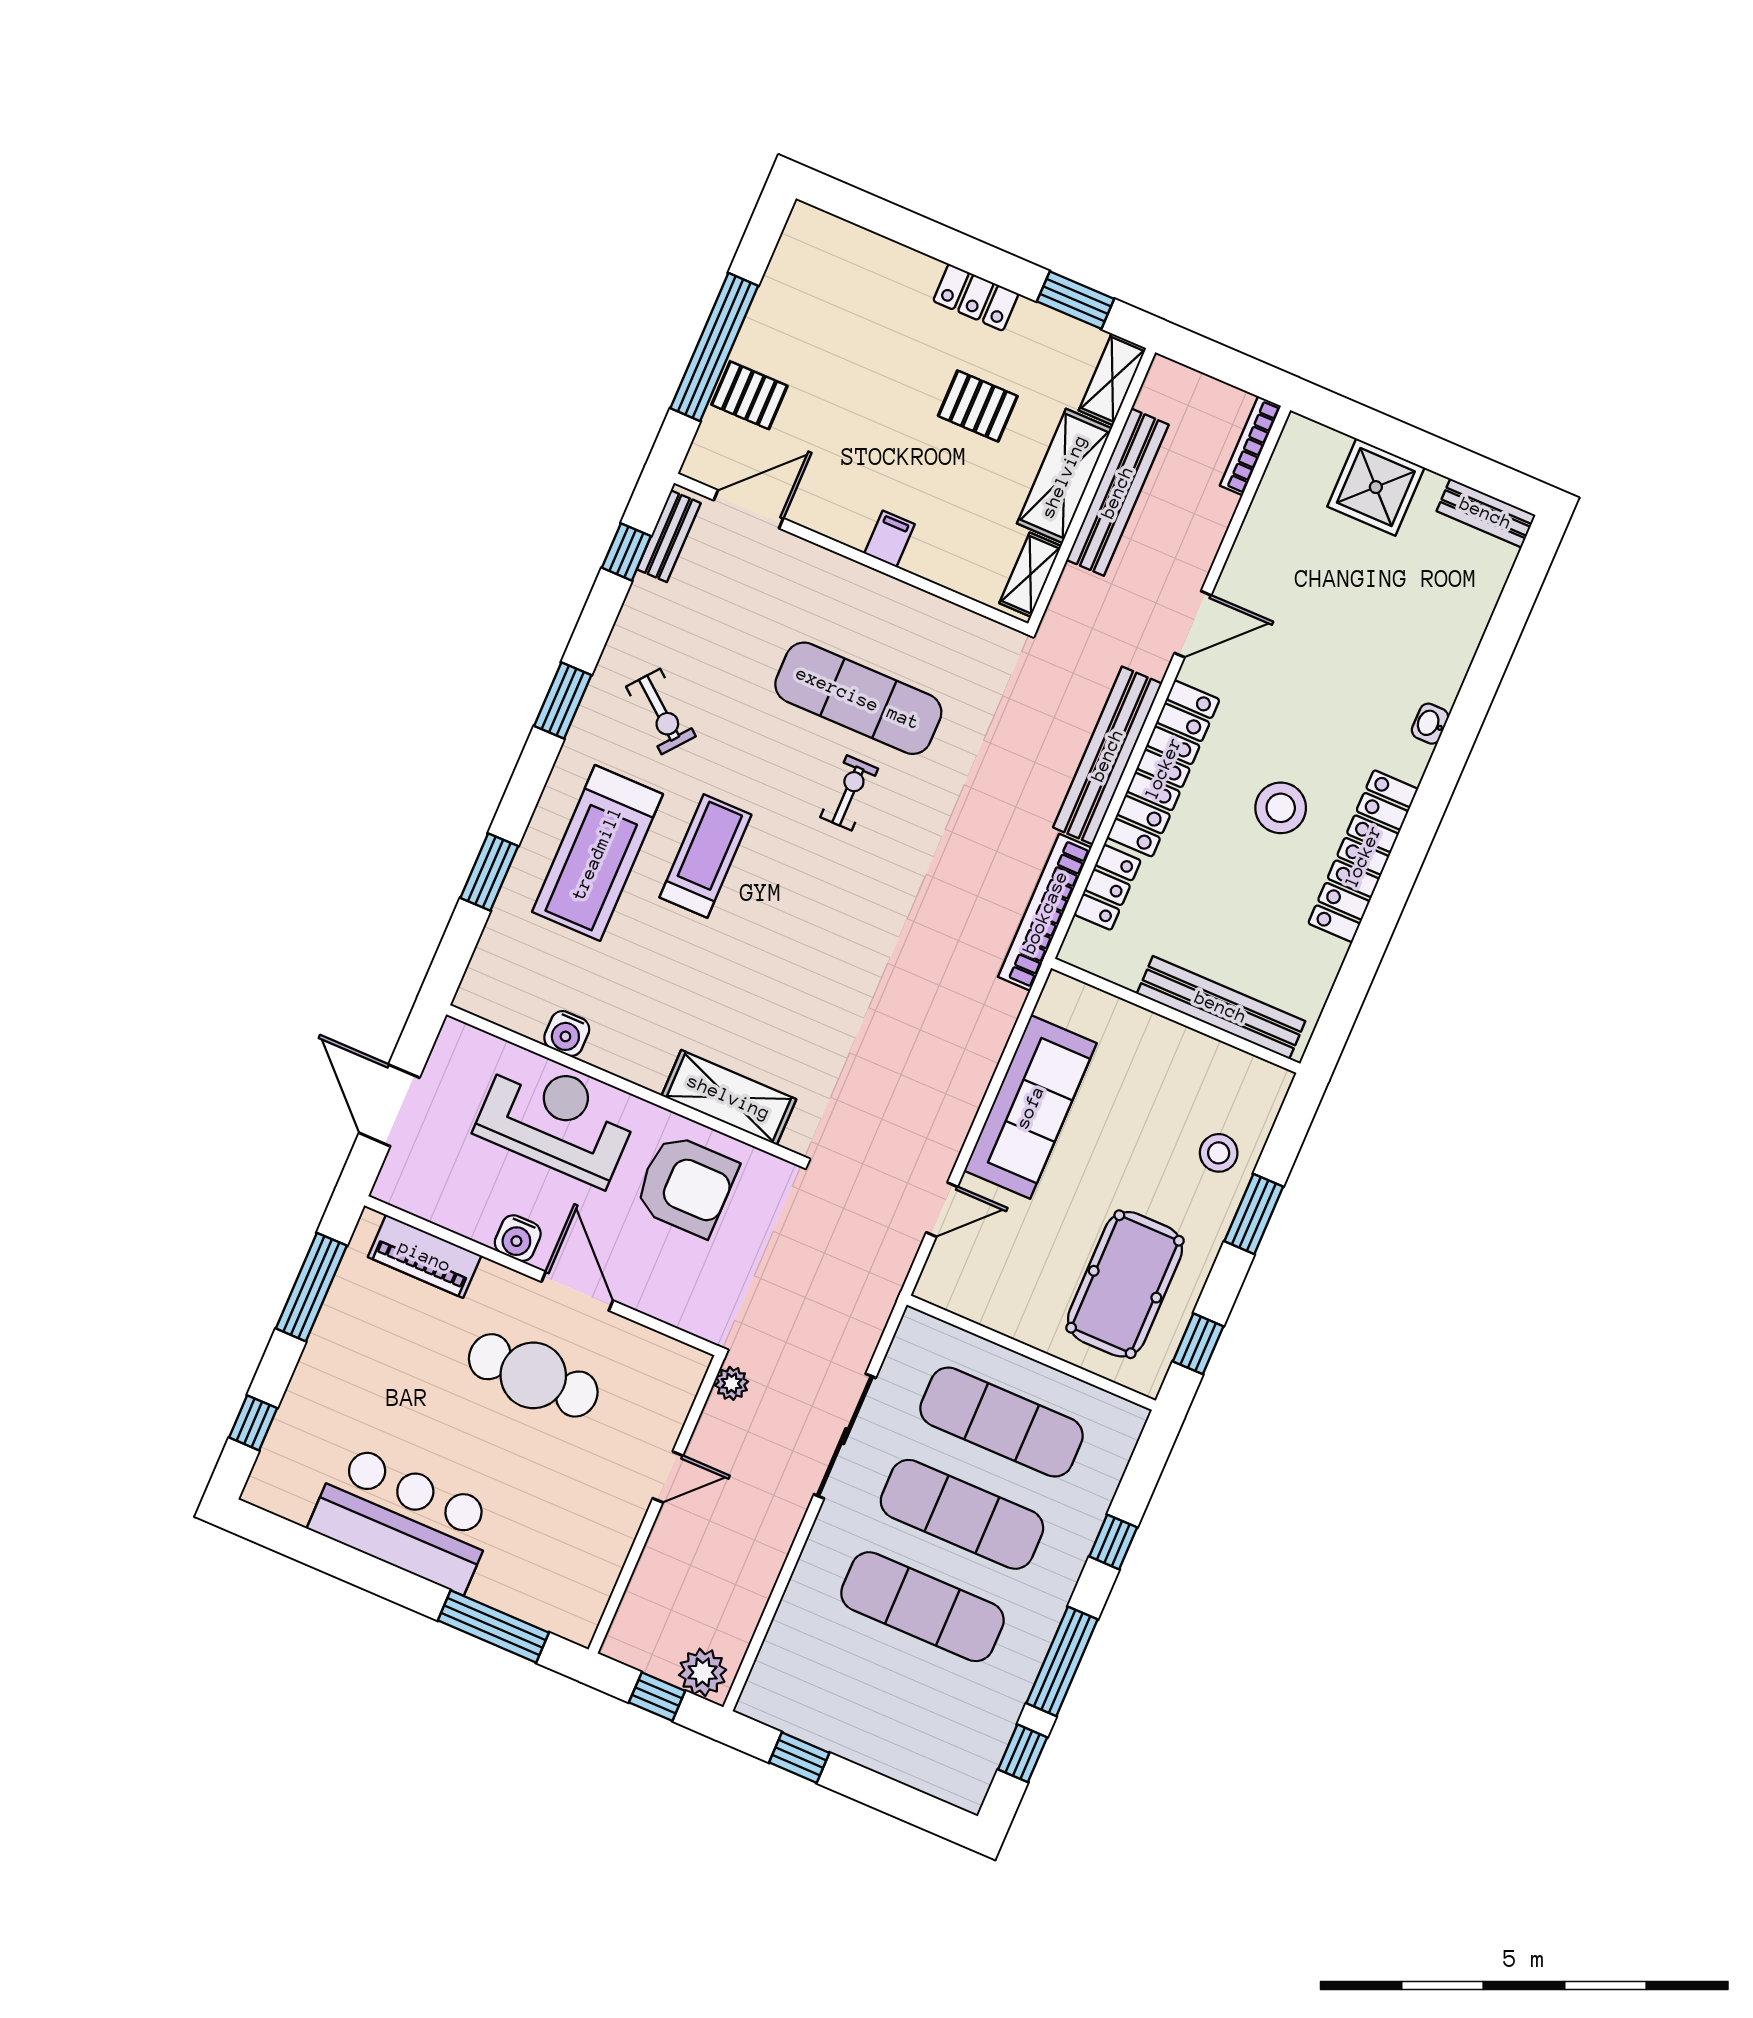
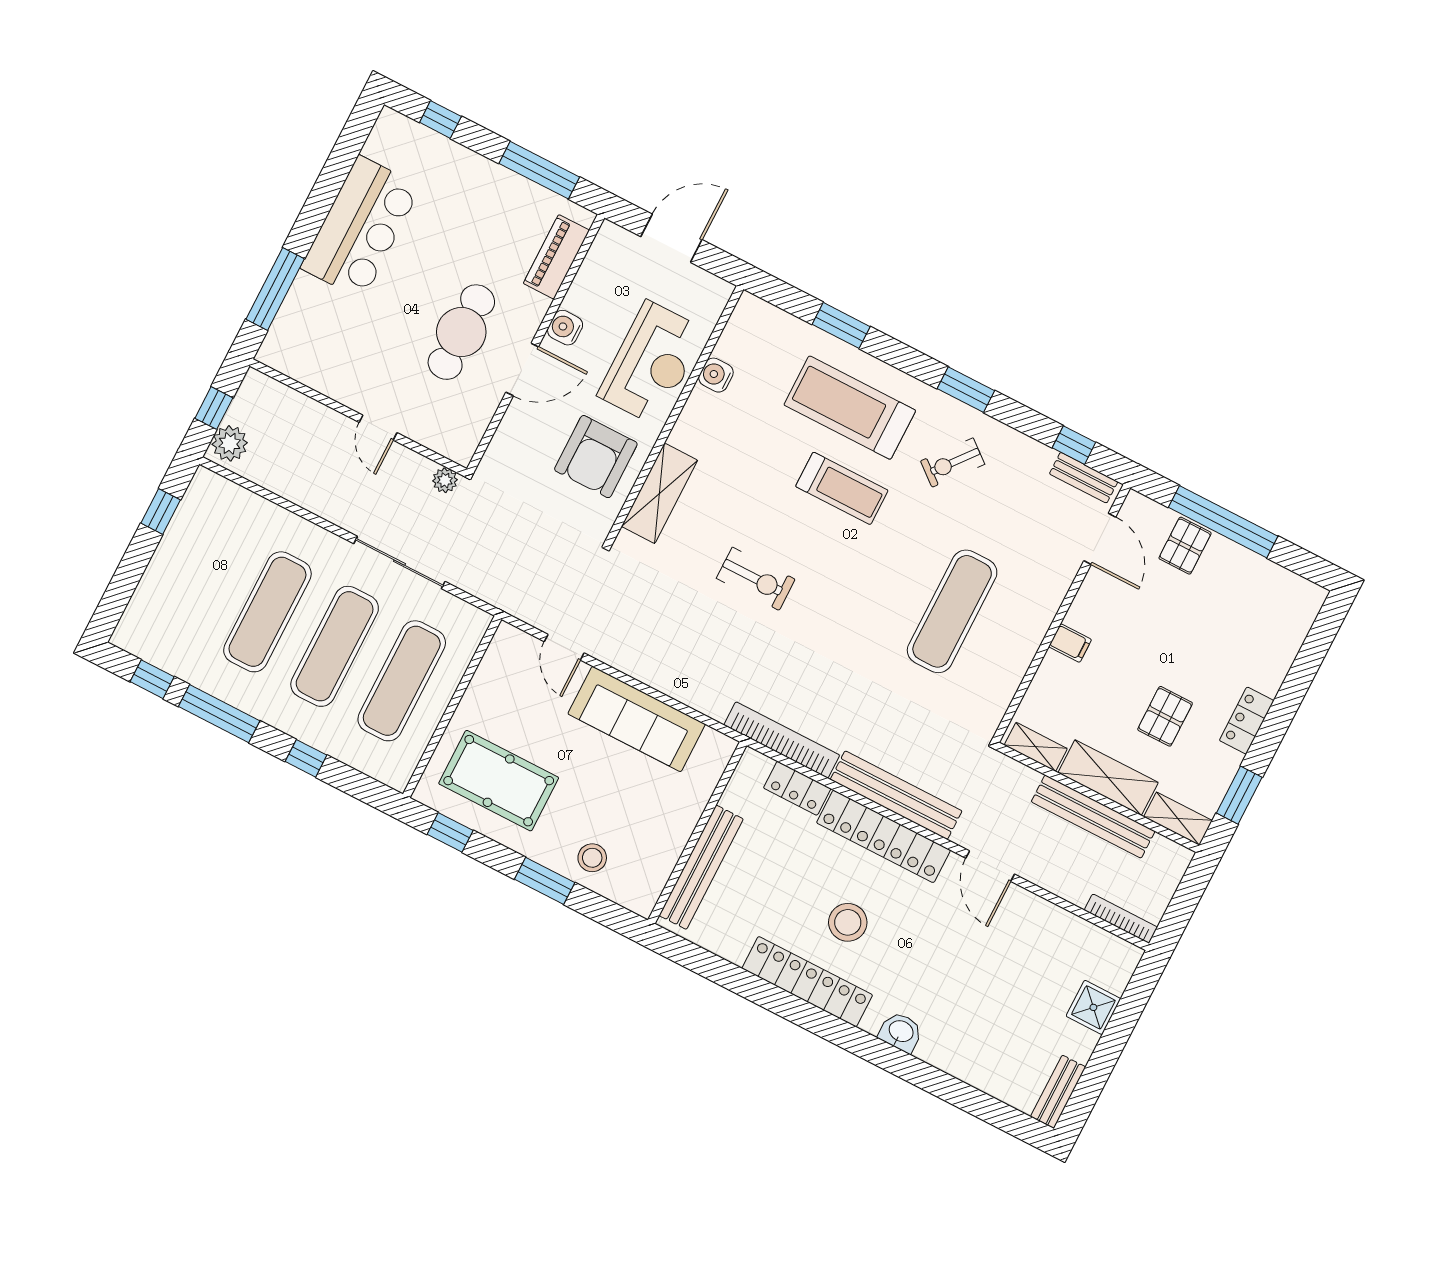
shower: (1376, 487) -> (1093, 1007), width x0.73, depth x0.73
washbasin: (1430, 724) -> (901, 1032), width x1.38, depth x1.45
exercise bike: (849, 793) -> (756, 579), moved, width x1.38, depth x1.39

